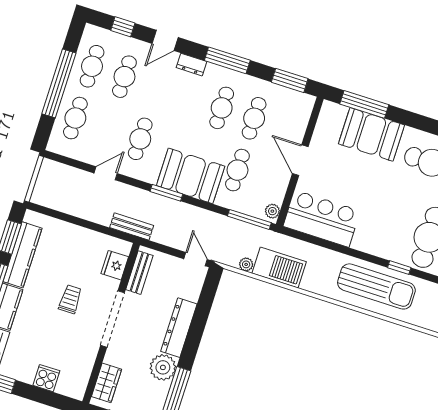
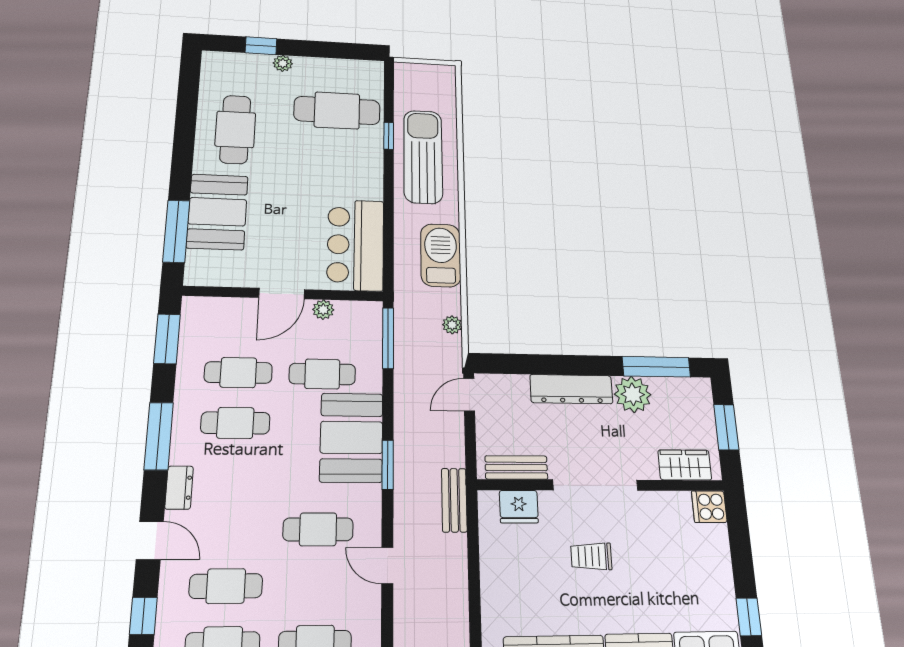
plant: (272, 211) -> (323, 310), moved
barbecue: (279, 268) -> (441, 255), moved
cooker: (46, 378) -> (709, 507), moved

